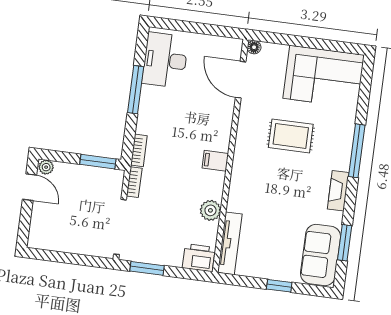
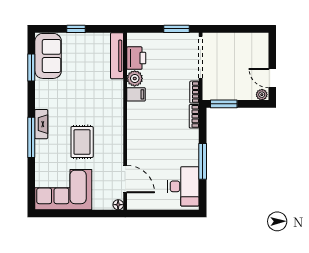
rug: (291, 136) -> (82, 142), turned 90
filing cabinet: (215, 161) -> (136, 94), moved
fireplace: (338, 191) -> (41, 124), moved
printer: (199, 258) -> (136, 58), moved, turned -90

